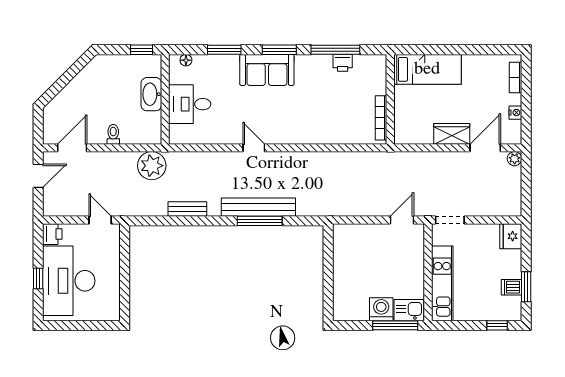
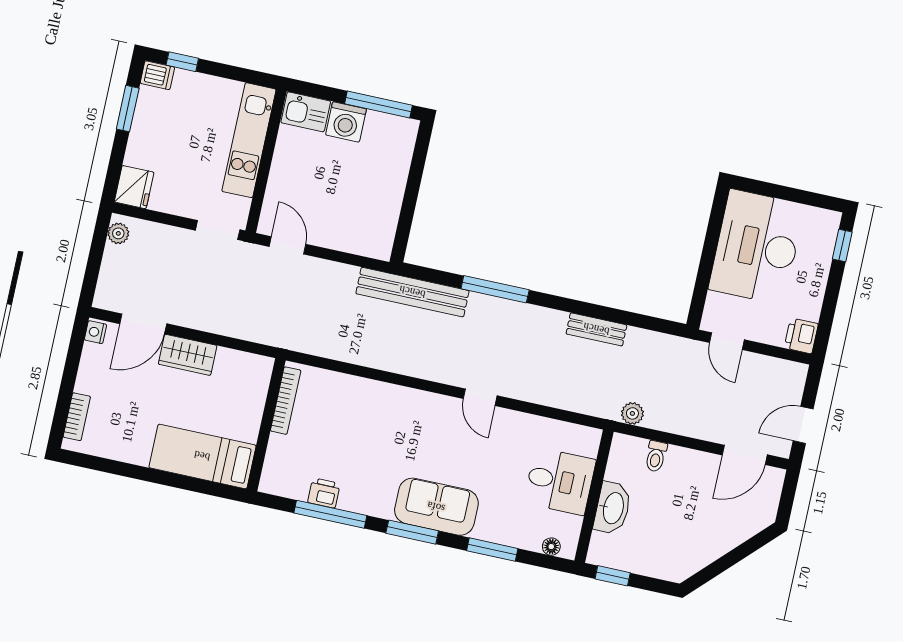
nightstand: (515, 113) -> (95, 332), moved
toilet: (113, 134) -> (656, 456), moved
plant: (515, 159) -> (118, 233), moved
plant: (152, 166) -> (632, 413), width x0.53, depth x0.53
bench: (258, 207) -> (412, 292), moved
door: (402, 220) -> (287, 245), swing flipped
window: (38, 278) -> (842, 246), moved
desk: (69, 281) -> (757, 247), moved, turned 180
dishwasher: (512, 287) -> (157, 75), moved
window: (395, 325) -> (379, 104), moved

